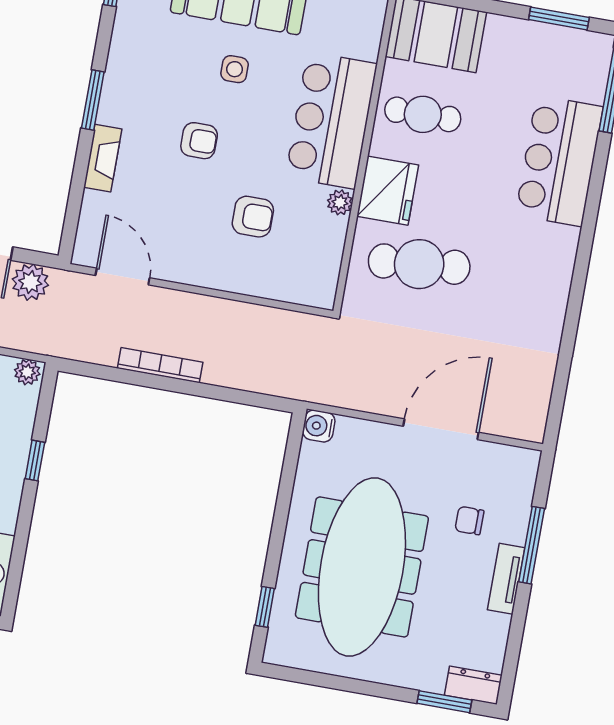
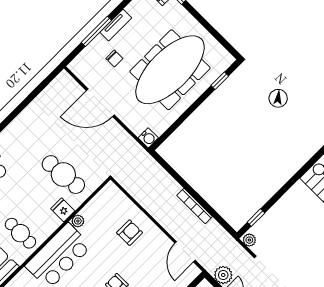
fridge: (388, 191) -> (63, 210), width x0.53, depth x0.75
armchair: (253, 217) -> (130, 233), moved, turned 90
window: (35, 461) -> (256, 218), moved

